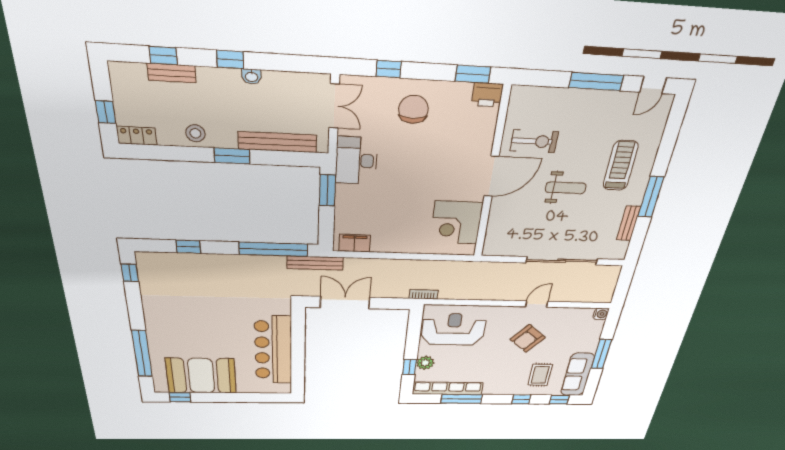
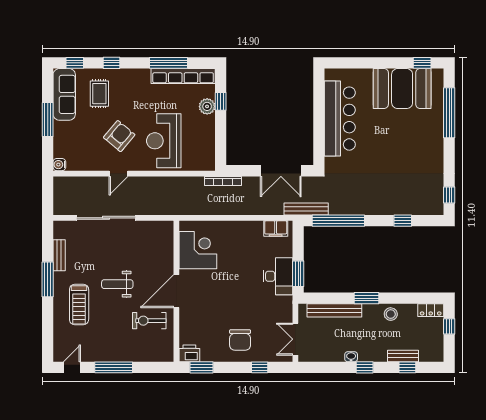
desk: (356, 161) -> (278, 276), moved
bookcase: (424, 294) -> (223, 181), width x1.56
reception desk: (453, 329) -> (164, 141), moved, turned 90

